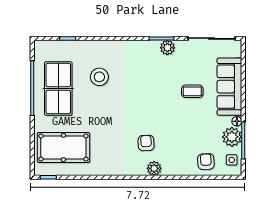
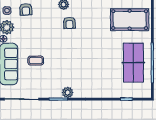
plant: (167, 48) -> (68, 92), moved
stool: (99, 77) -> (103, 71), removed

